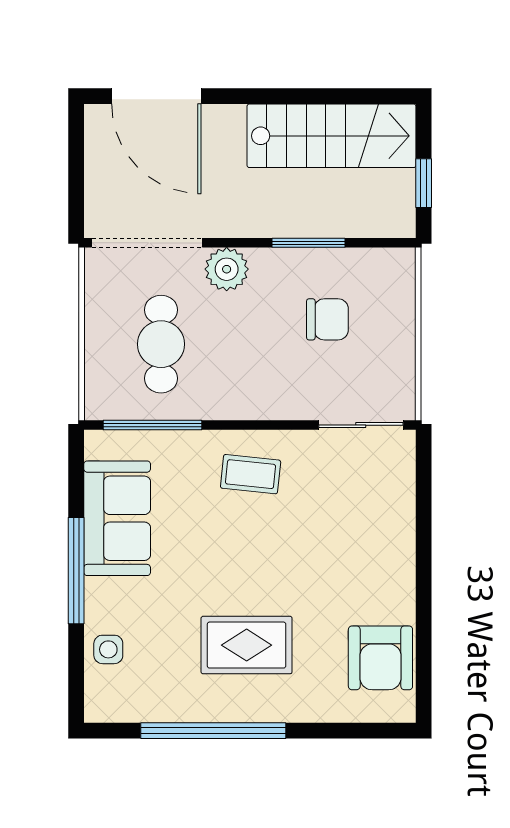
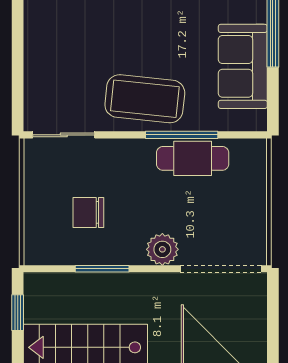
cafe table: (161, 344) -> (193, 158), moved, turned 90
window: (152, 425) -> (182, 135), moved
coffee table: (251, 474) -> (145, 99), width x1.86, depth x1.72

